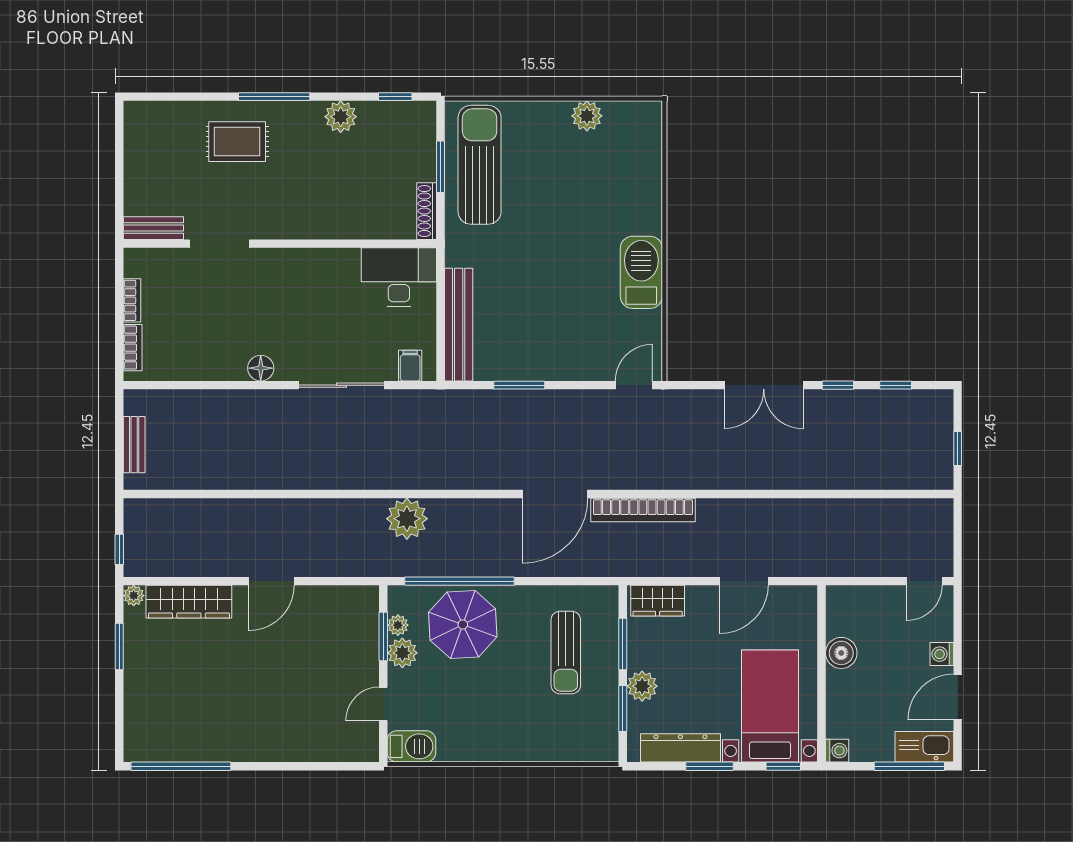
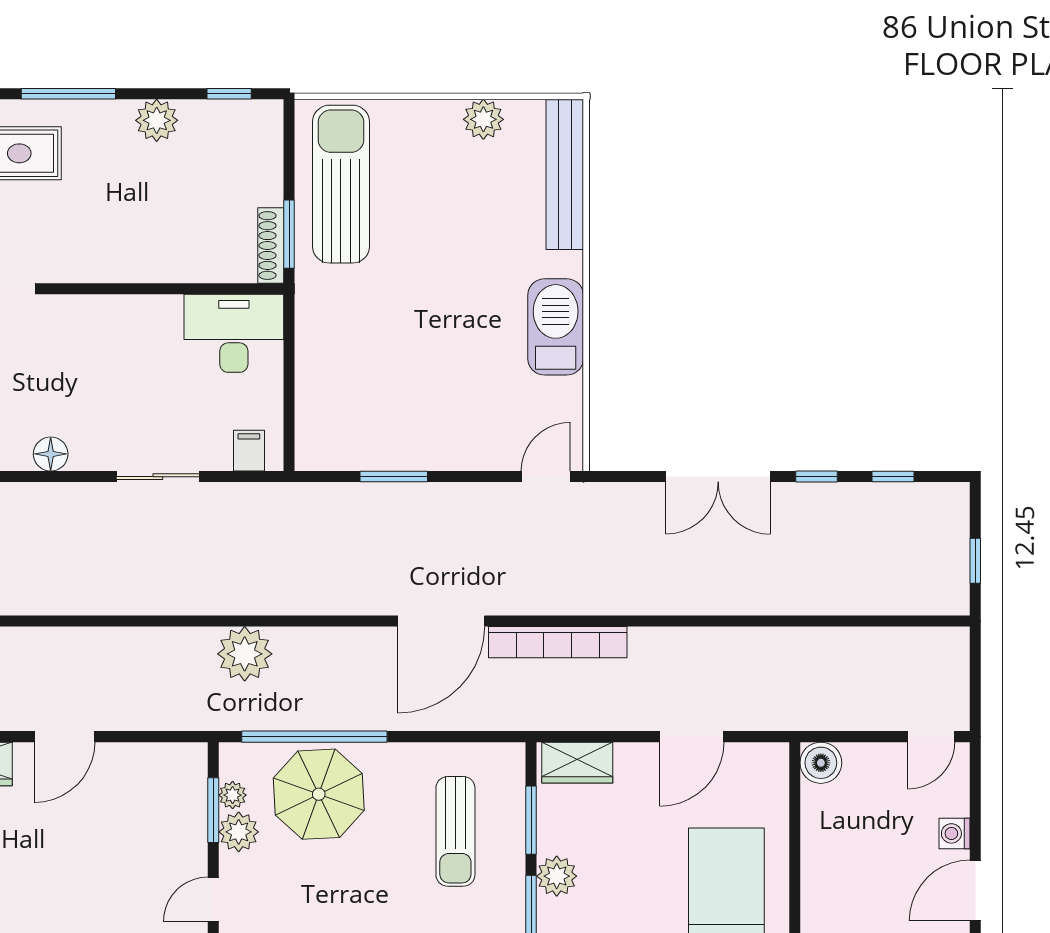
window: (440, 167) -> (289, 234), moved
bench: (459, 325) -> (565, 175), moved
sliding door: (341, 385) -> (158, 477), width x0.73
boiler: (841, 653) -> (821, 763), moved

